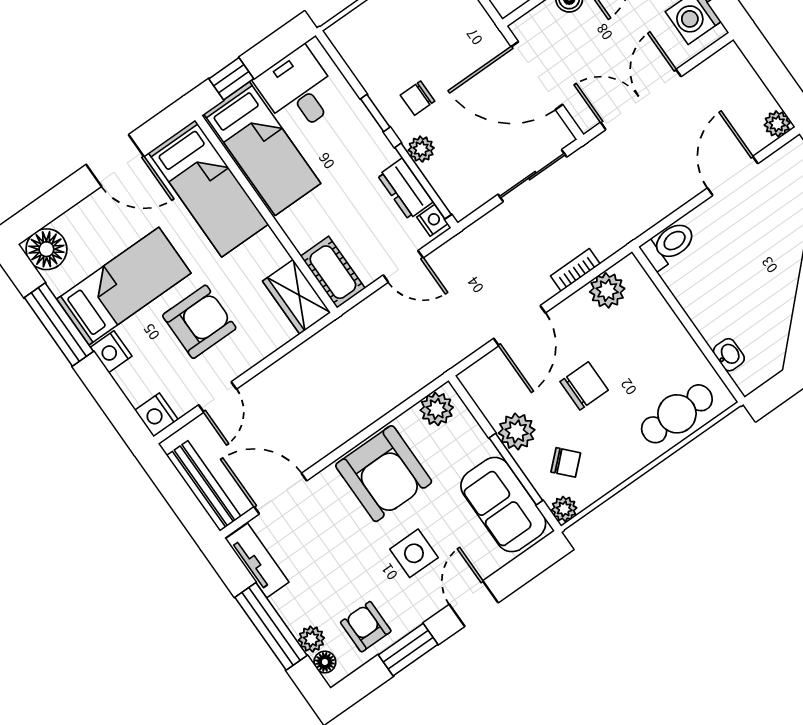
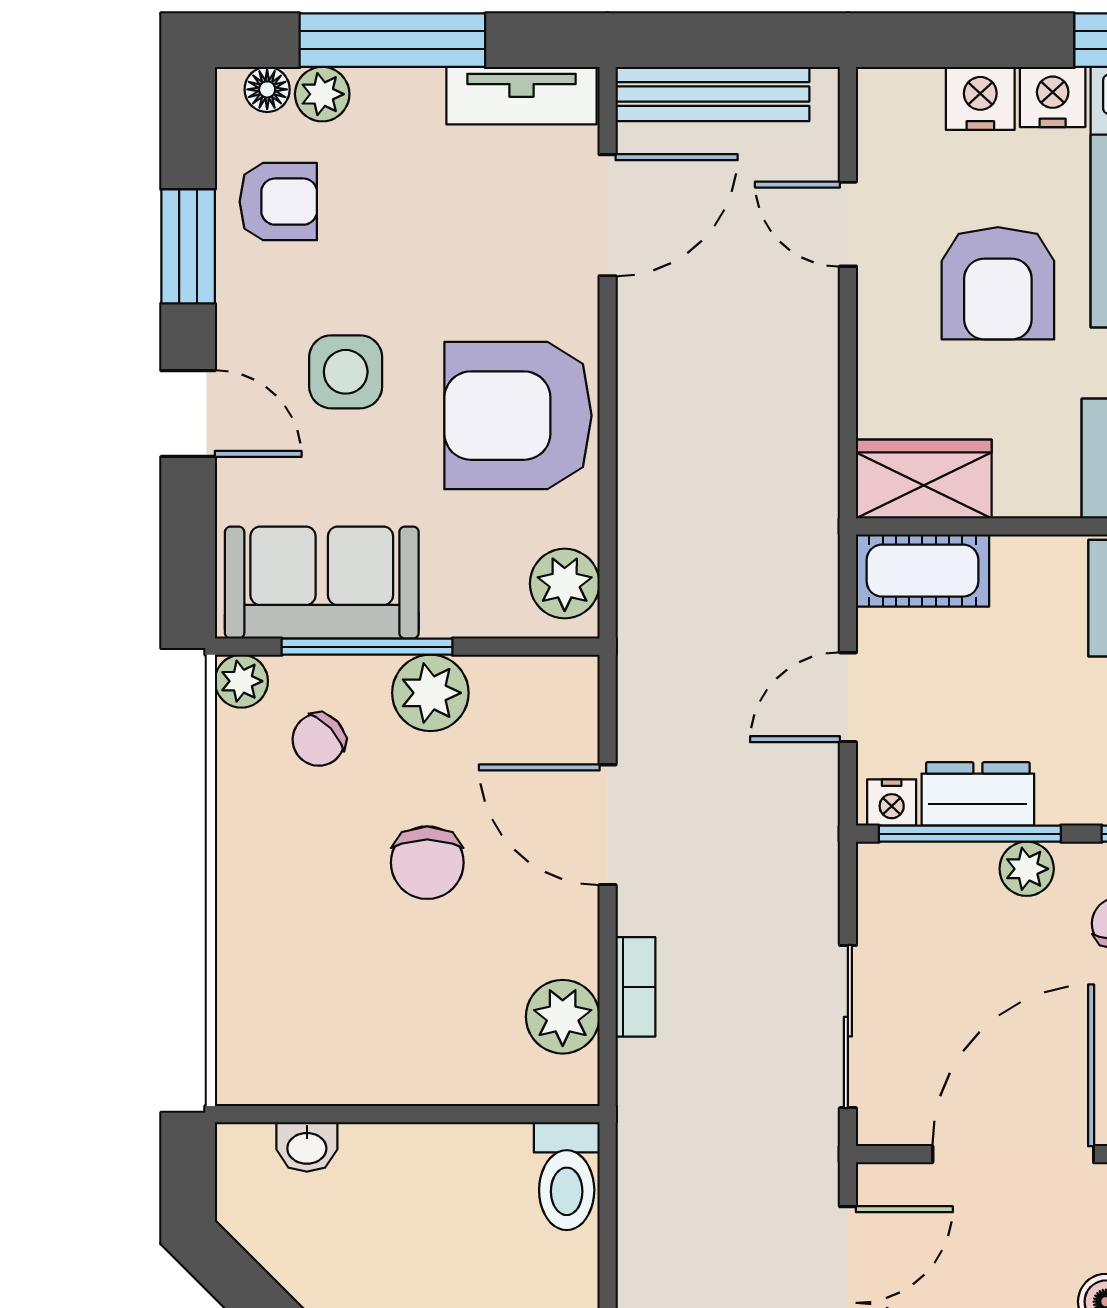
cafe table: (677, 414) -> (268, 988), removed
nightstand: (157, 415) -> (980, 98), moved

